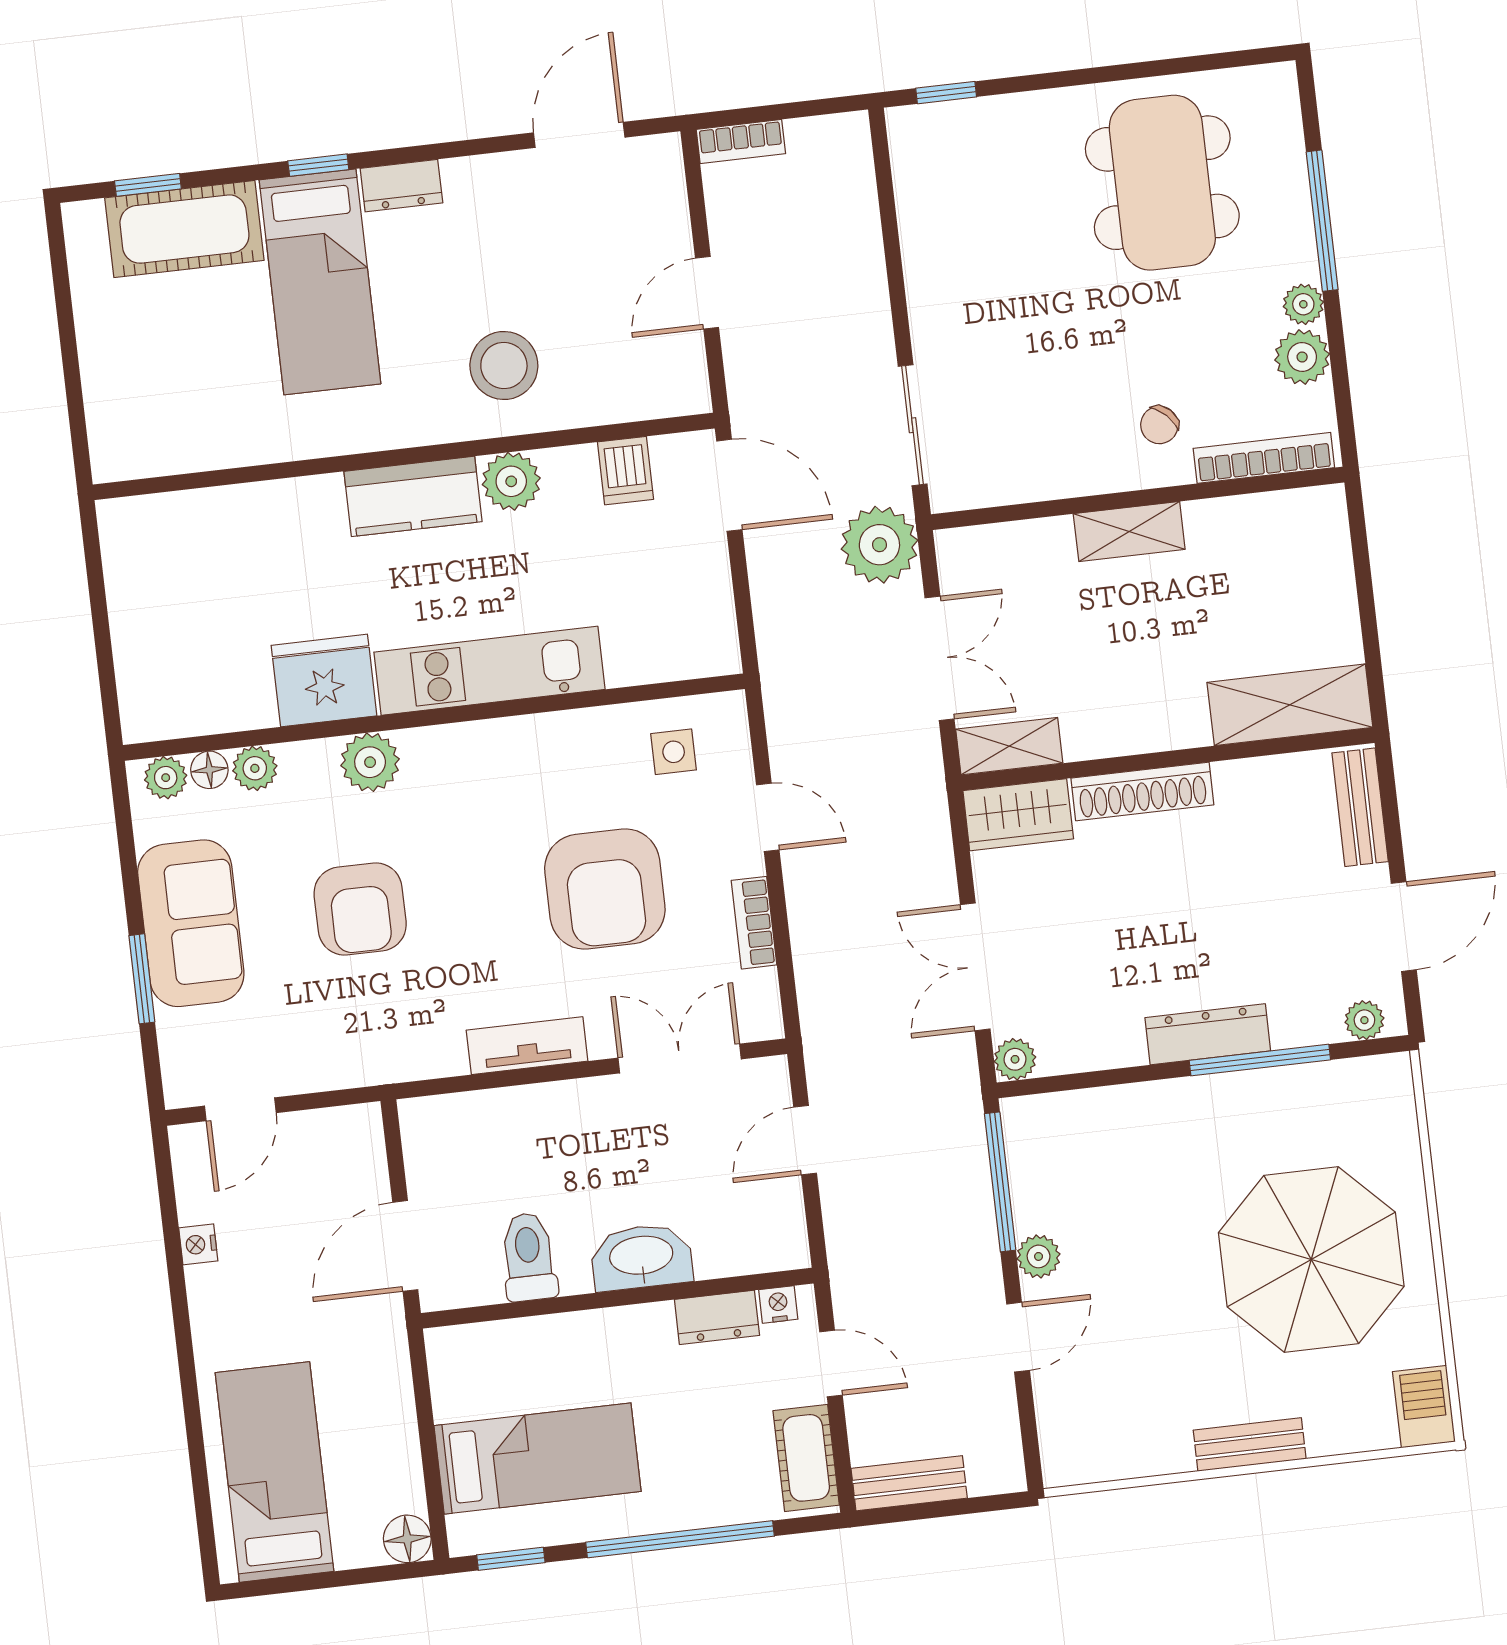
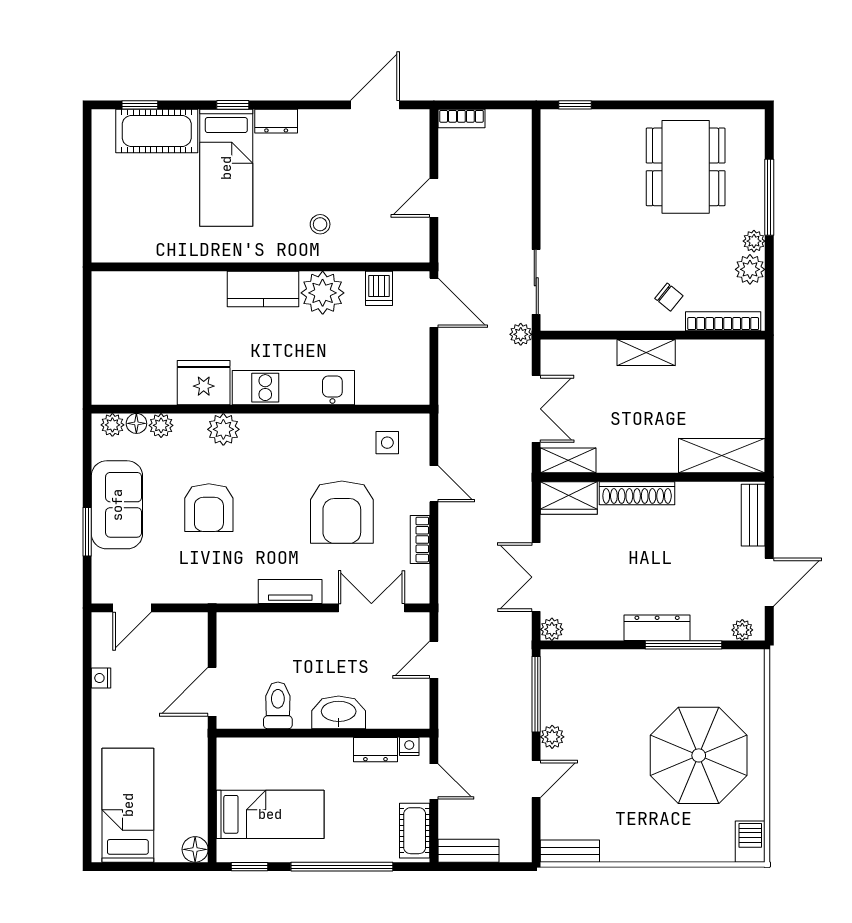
stool: (504, 366) -> (320, 224), width x0.53, depth x0.53
chair: (1159, 425) -> (669, 297), turned -96
plant: (511, 481) -> (323, 293), width x1.36, depth x1.36
plant: (879, 545) -> (521, 334), width x0.53, depth x0.53
bench: (1250, 1444) -> (570, 851), moved

